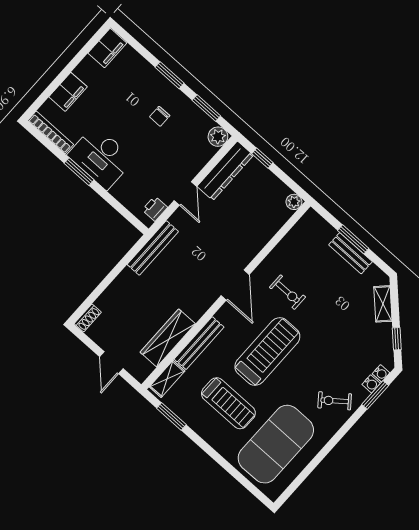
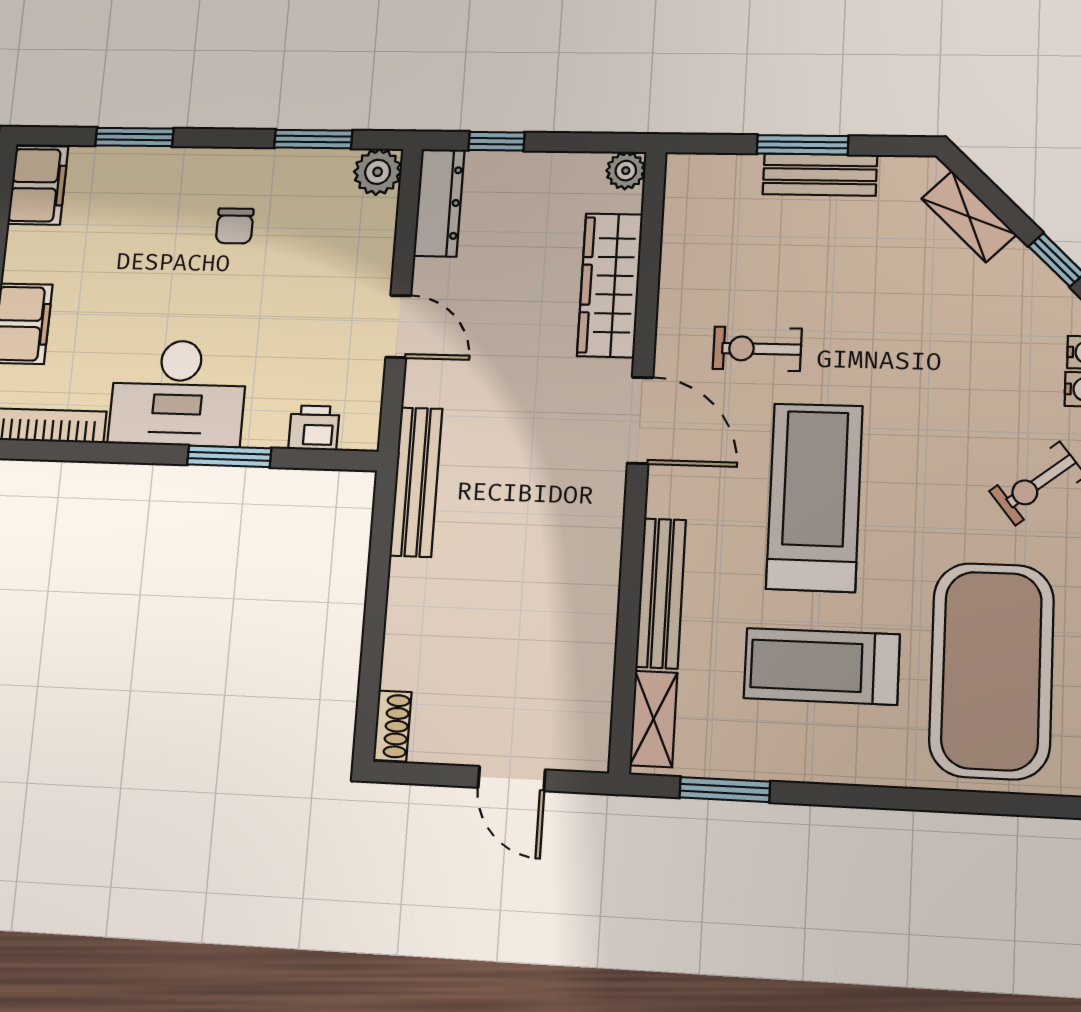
window: (170, 75) -> (134, 137), moved
dresser: (225, 171) -> (439, 203), width x0.73, depth x0.80
window: (79, 172) -> (229, 456), moved
printer: (155, 209) -> (314, 428), moved, turned 90
exercise bike: (288, 292) -> (757, 349), turned 180
wardrobe: (168, 338) -> (610, 285), moved
treadmill: (228, 403) -> (822, 666), turned 180

